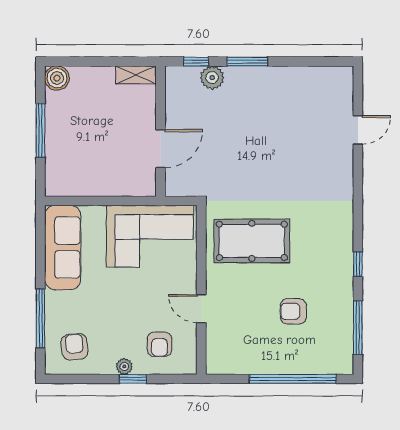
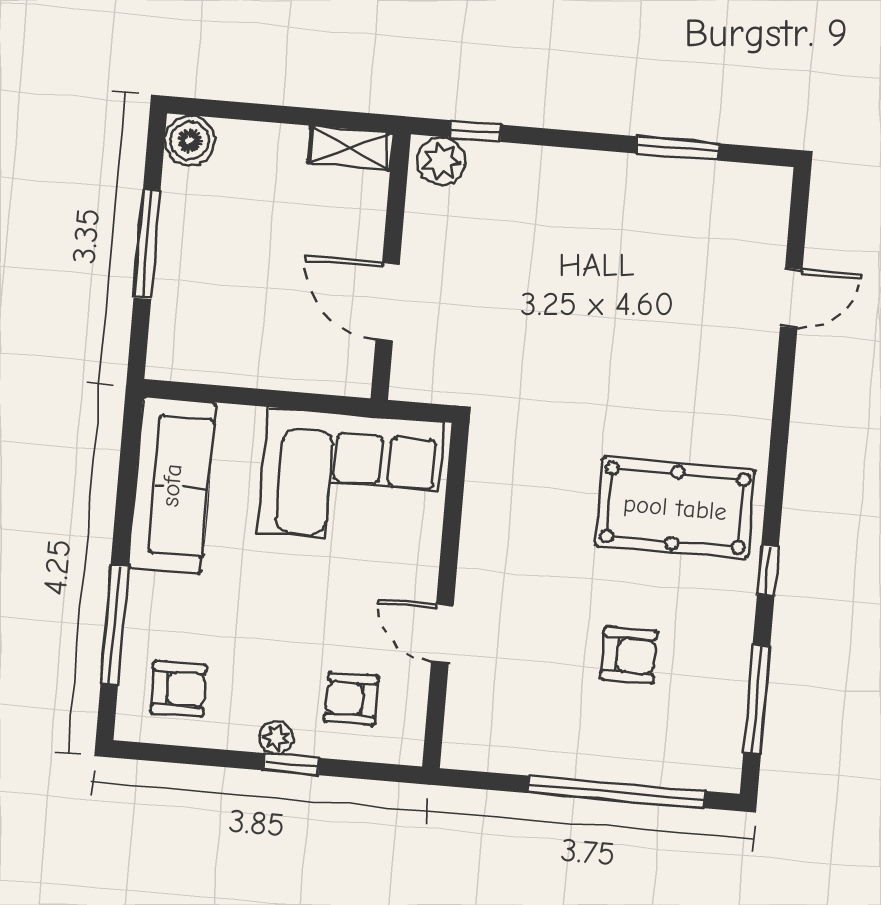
window: (247, 62) -> (678, 148), moved
plant: (212, 78) -> (441, 161), moved
door: (161, 149) -> (388, 302), swing flipped
pool table: (252, 241) -> (675, 508), moved
armchair: (293, 311) -> (629, 655), turned 180
armchair: (159, 344) -> (351, 699), turned 90
armchair: (74, 347) -> (179, 689), turned 95

